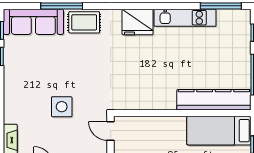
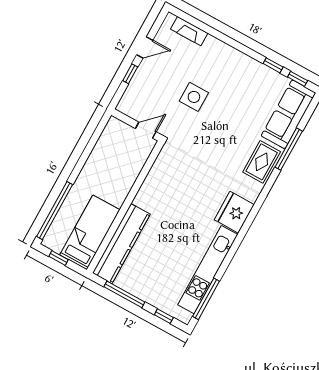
kitchen unit: (185, 18) -> (208, 270), width x1.36

